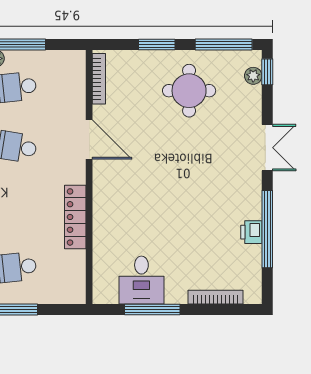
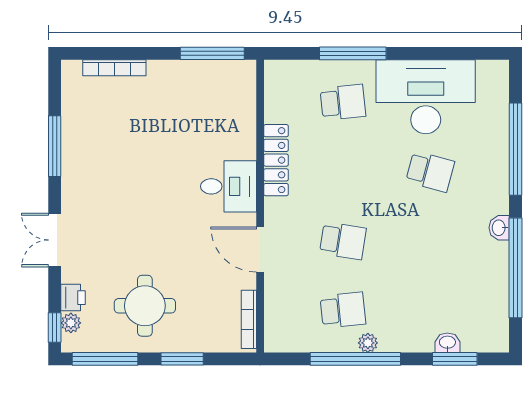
window: (267, 229) -> (55, 146), width x0.68
printer: (251, 232) -> (73, 298), moved
desk: (141, 280) -> (228, 186), moved, turned 90
window: (152, 310) -> (212, 53), moved

